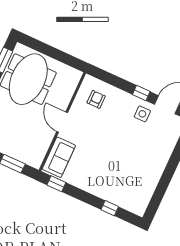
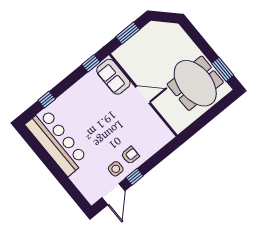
armchair: (96, 99) -> (130, 155), moved, turned -90
bar counter: (144, 180) -> (57, 142), added

